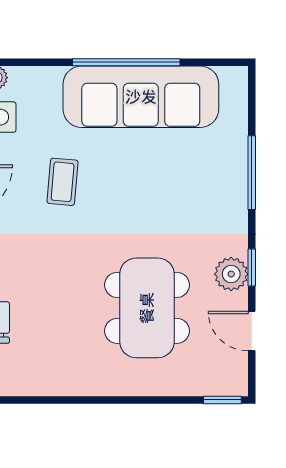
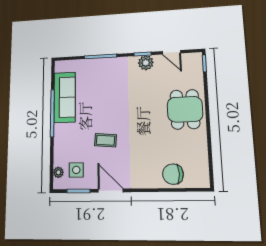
sofa: (141, 97) -> (65, 97), width x0.74, depth x0.79
dining table: (147, 308) -> (185, 109), moved, width x0.73
door: (252, 331) -> (171, 52), hinge flipped

